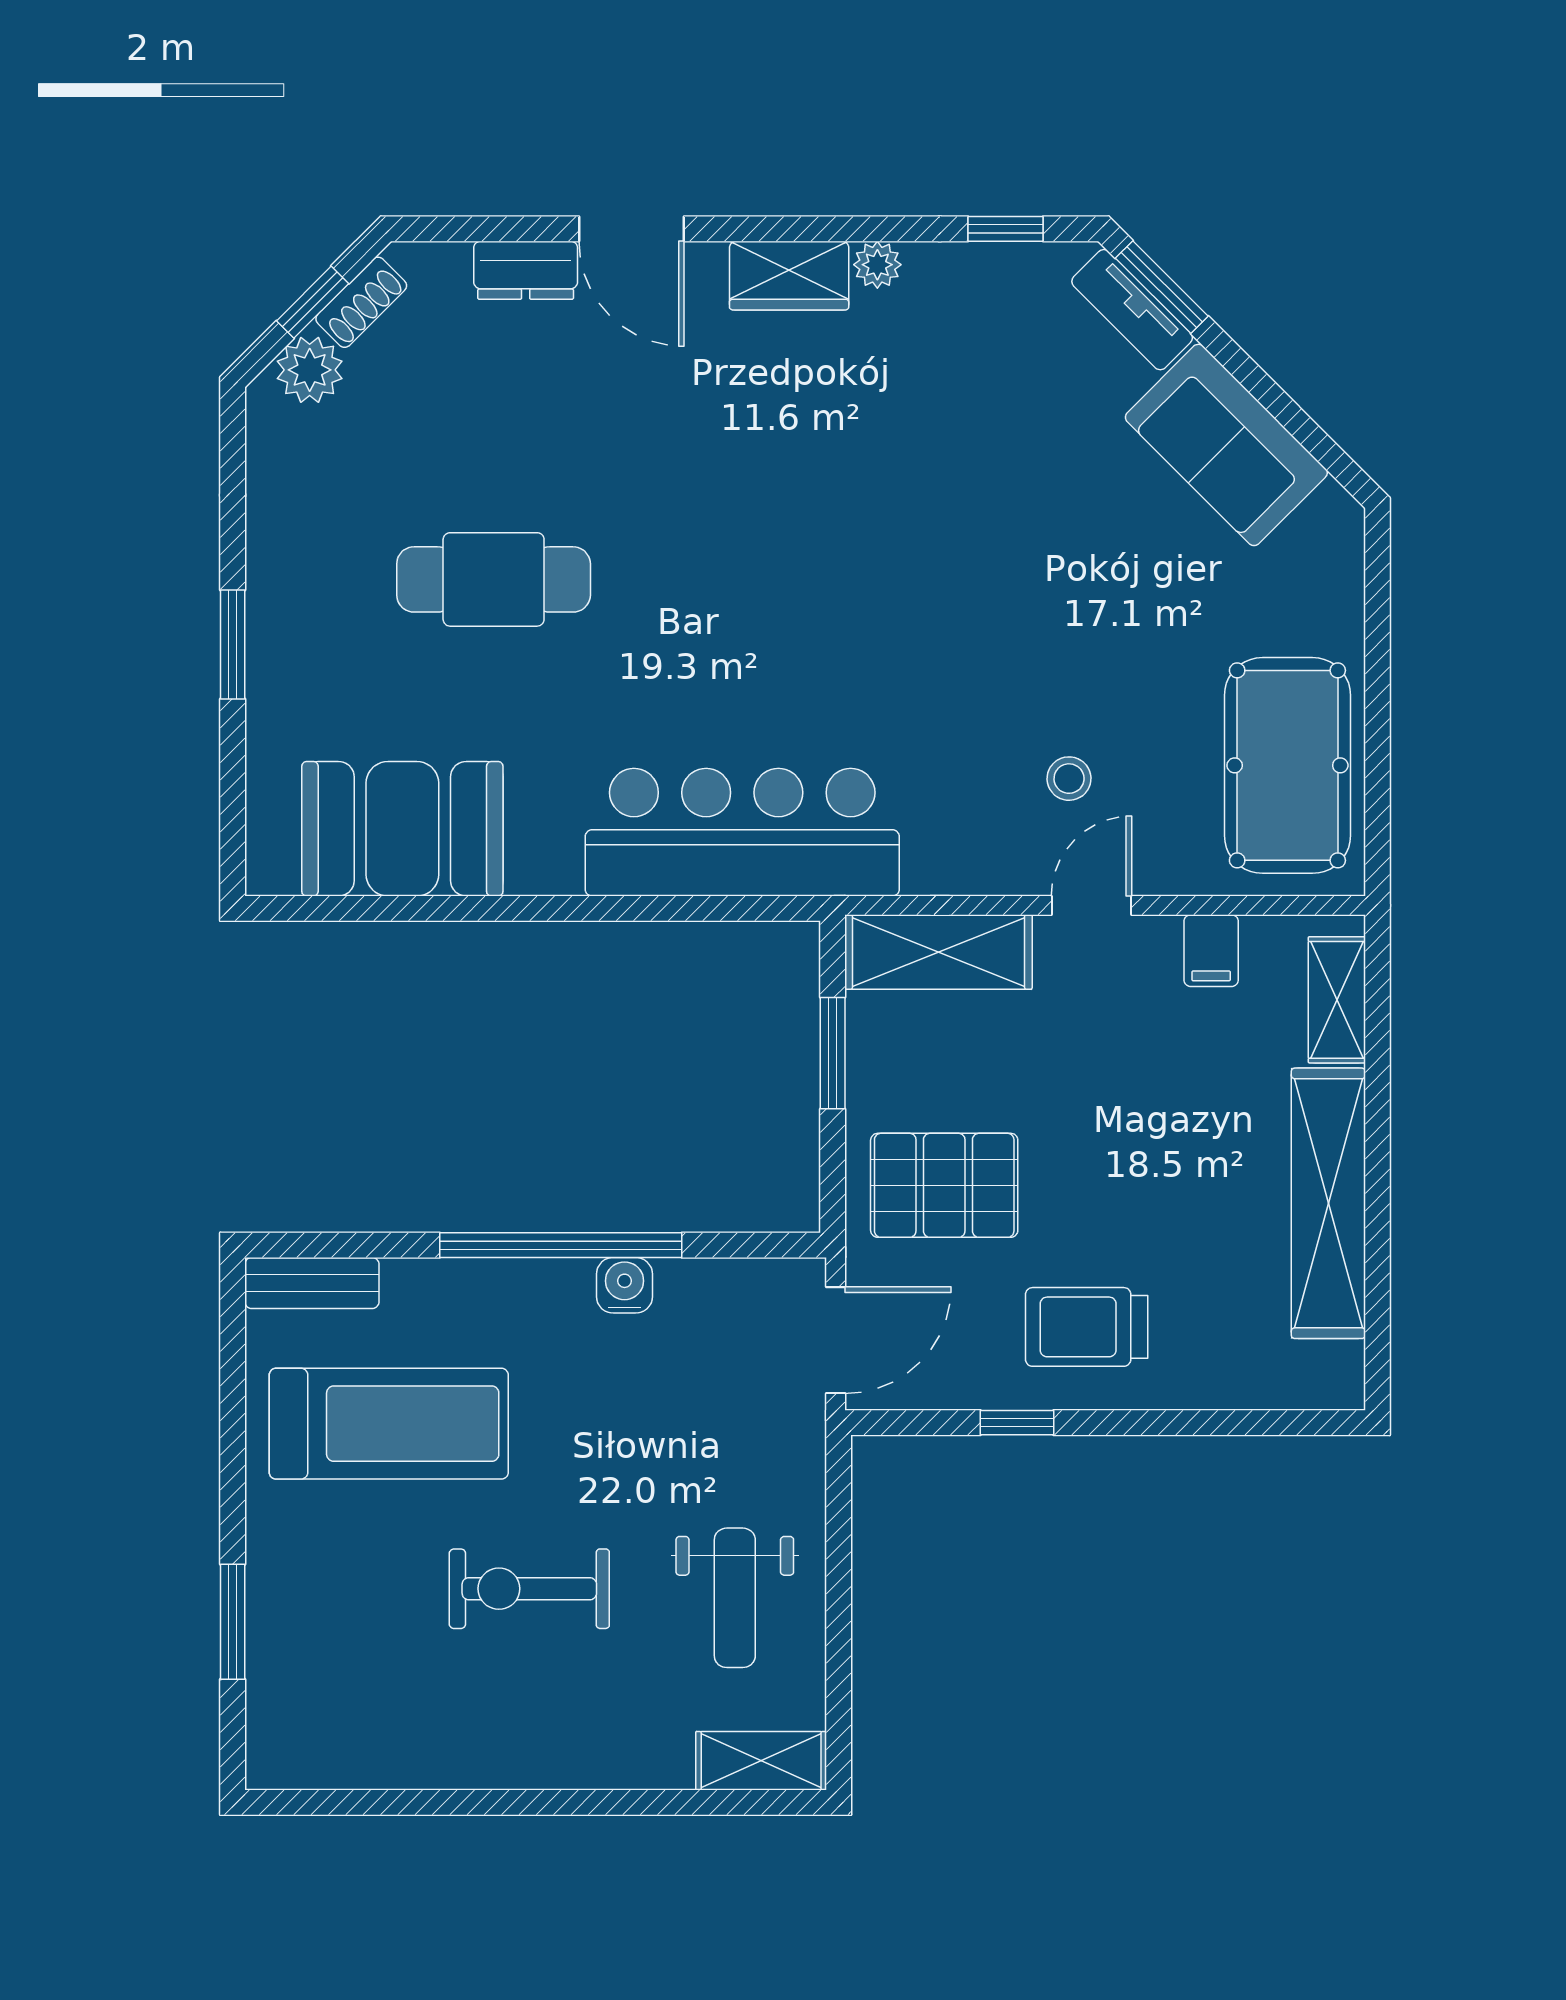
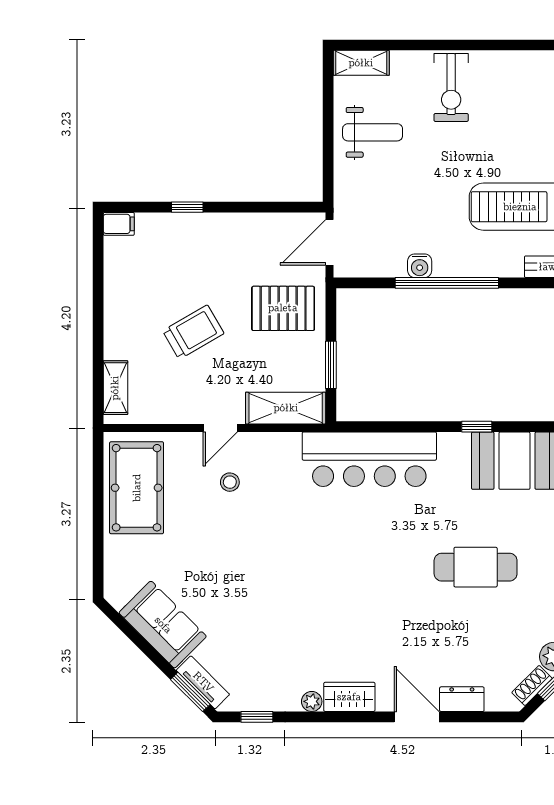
window: (491, 908) -> (477, 427), added
filing cabinet: (1211, 951) -> (119, 224), moved, turned 90
shelving: (1328, 1203) -> (119, 301), removed
trolley: (1087, 1327) -> (193, 332), moved, turned -30
window: (1017, 1423) -> (187, 207), moved
exercise bike: (529, 1589) -> (451, 87), moved, turned 90
weight bench: (735, 1598) -> (373, 132), turned 90

